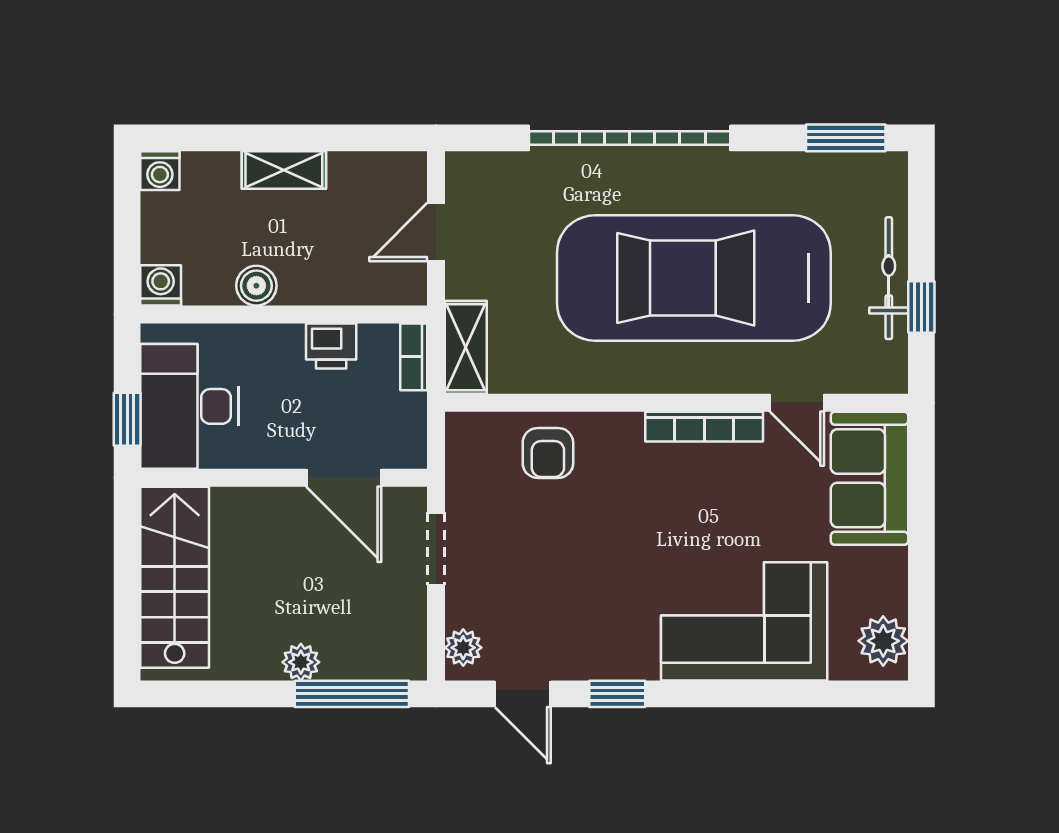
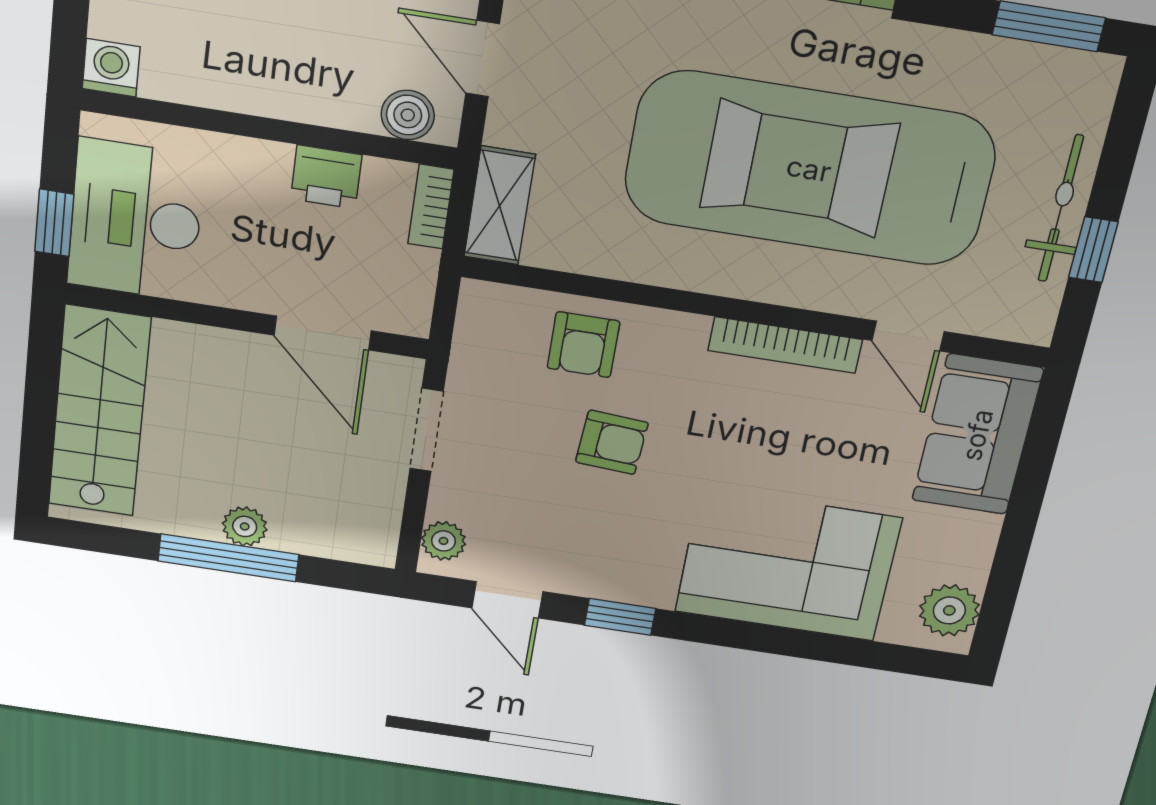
door: (436, 232) -> (483, 59), hinge flipped
boiler: (256, 286) -> (408, 115), moved
armchair: (584, 535) -> (612, 442), added
window: (352, 694) -> (228, 558), moved

